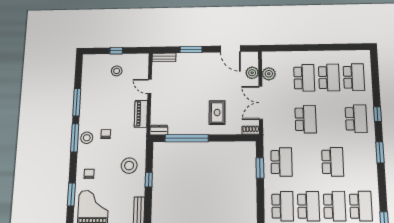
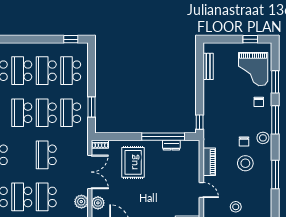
rug: (217, 112) -> (133, 162), width x1.36, depth x1.43
dresser: (159, 130) -> (171, 145), moved
window: (75, 138) -> (275, 120), moved
school desk: (307, 162) -> (46, 113), added
stool: (129, 166) -> (245, 163), moved
window: (149, 180) -> (200, 122), moved

